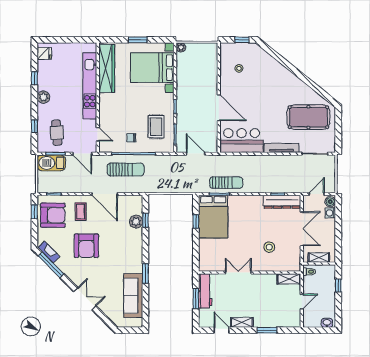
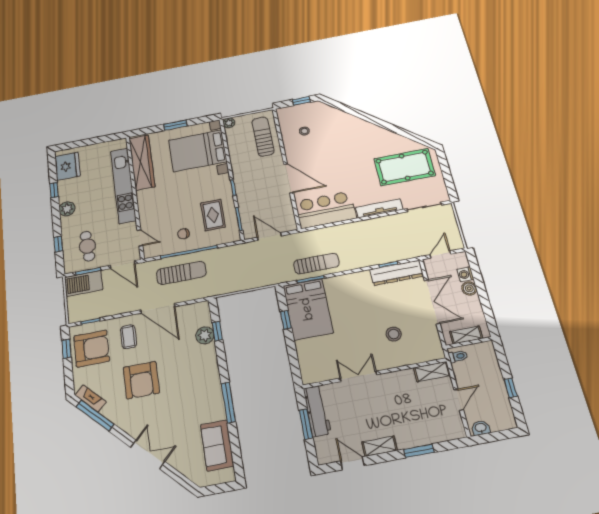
fridge: (44, 53) -> (68, 166), width x1.88, depth x1.34
sun lounger: (206, 66) -> (263, 137), added
boiler: (330, 202) -> (469, 288), moved
window: (145, 274) -> (228, 403), width x1.44
window: (338, 285) -> (511, 388), moved
sofa: (133, 296) -> (217, 445), width x0.73
washbasin: (327, 323) -> (481, 428), moved

